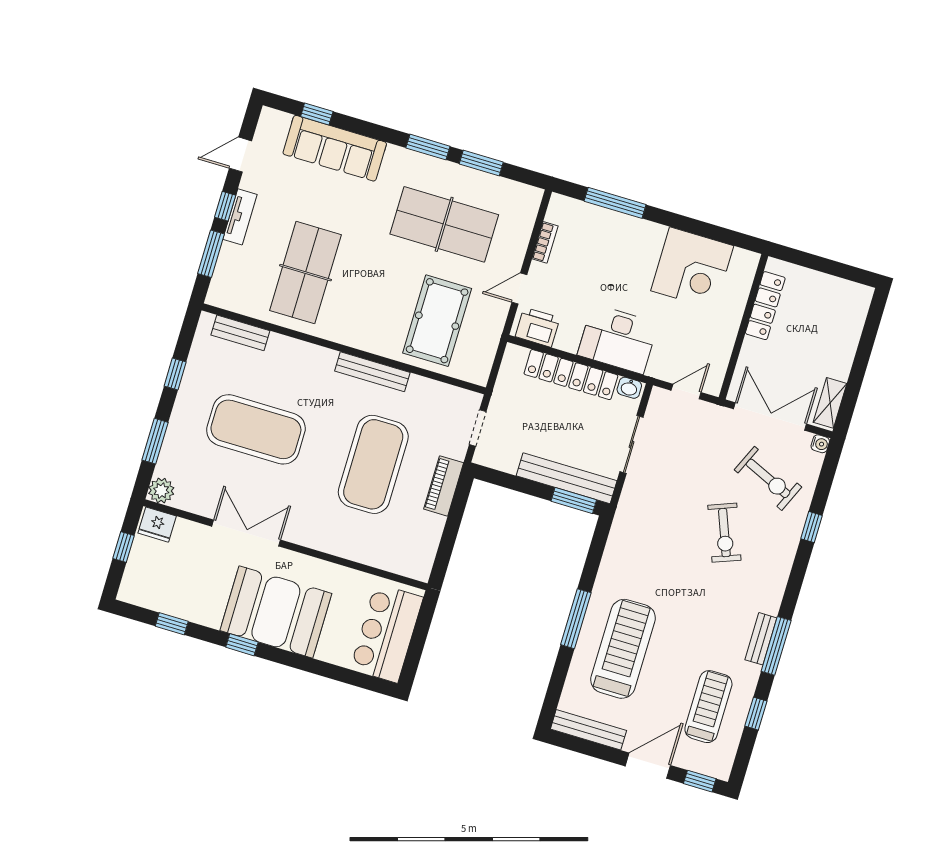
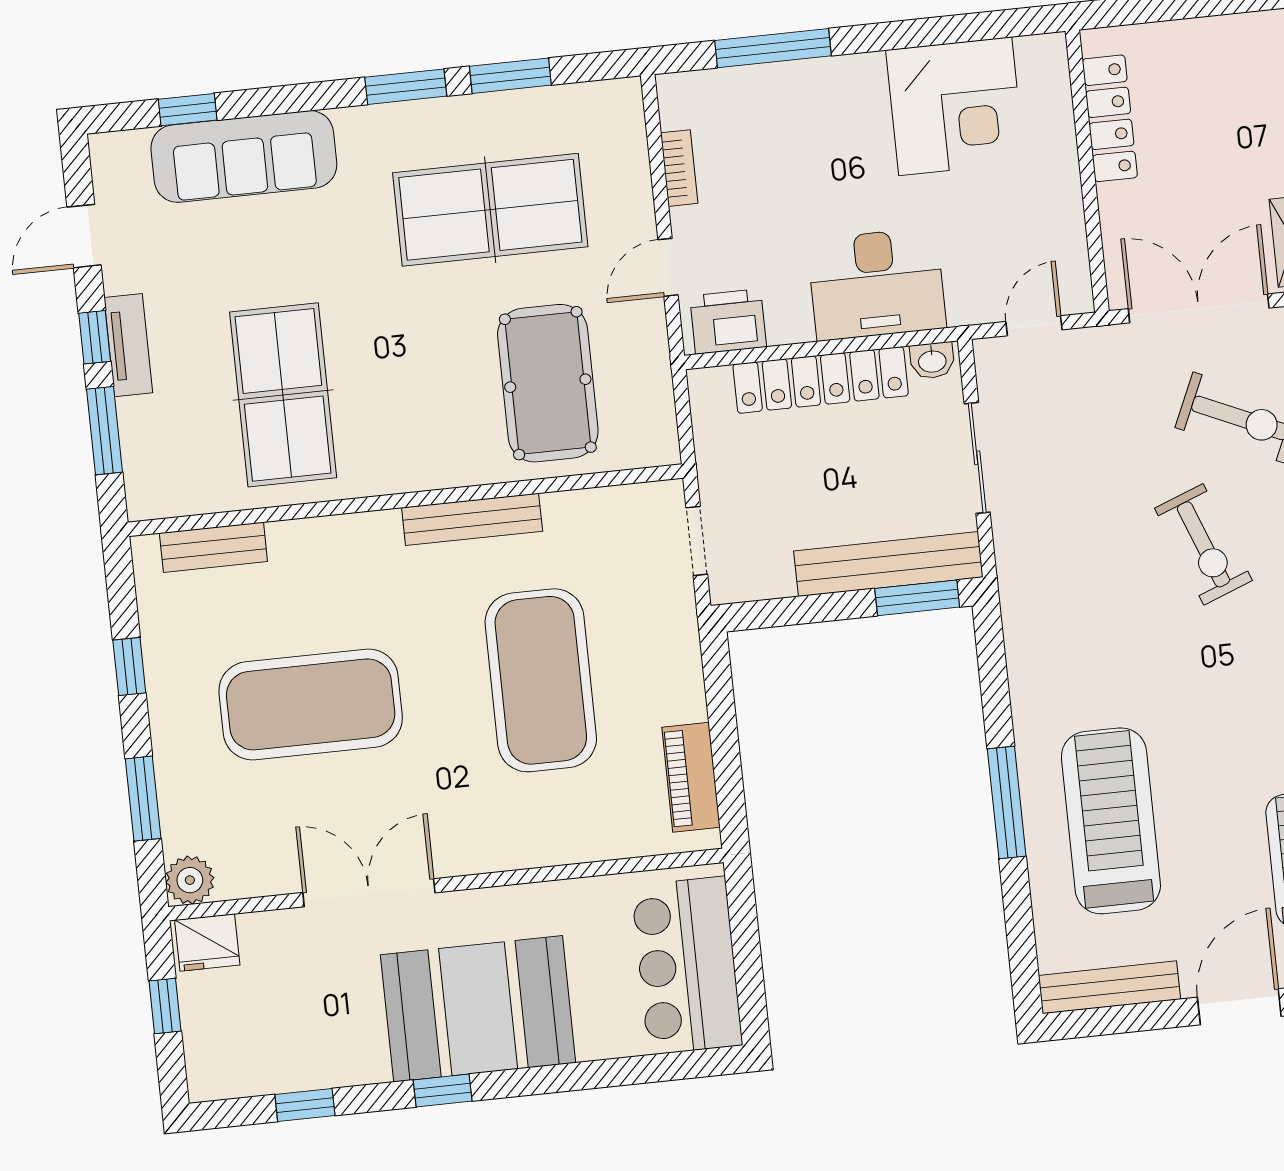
piano: (444, 486) -> (691, 777), moved

